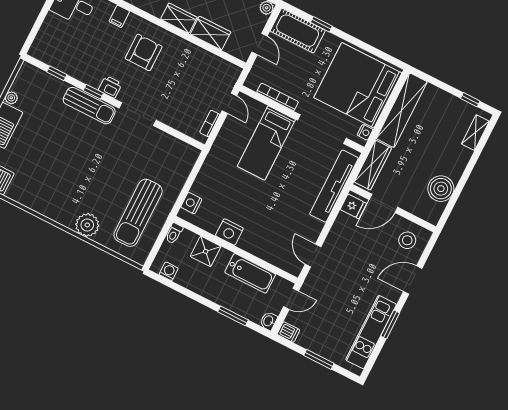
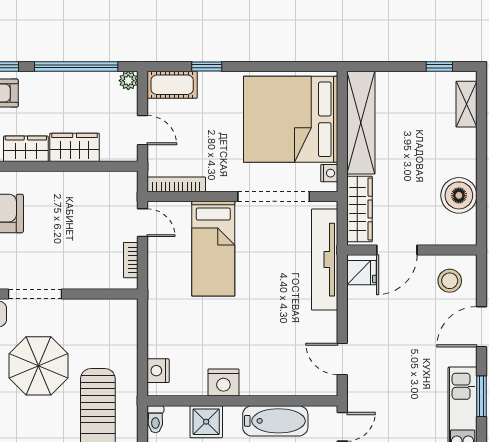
cot: (298, 31) -> (172, 85), width x0.73, depth x0.75
bookcase: (278, 97) -> (176, 184), moved
parasol: (116, 161) -> (38, 366), added

